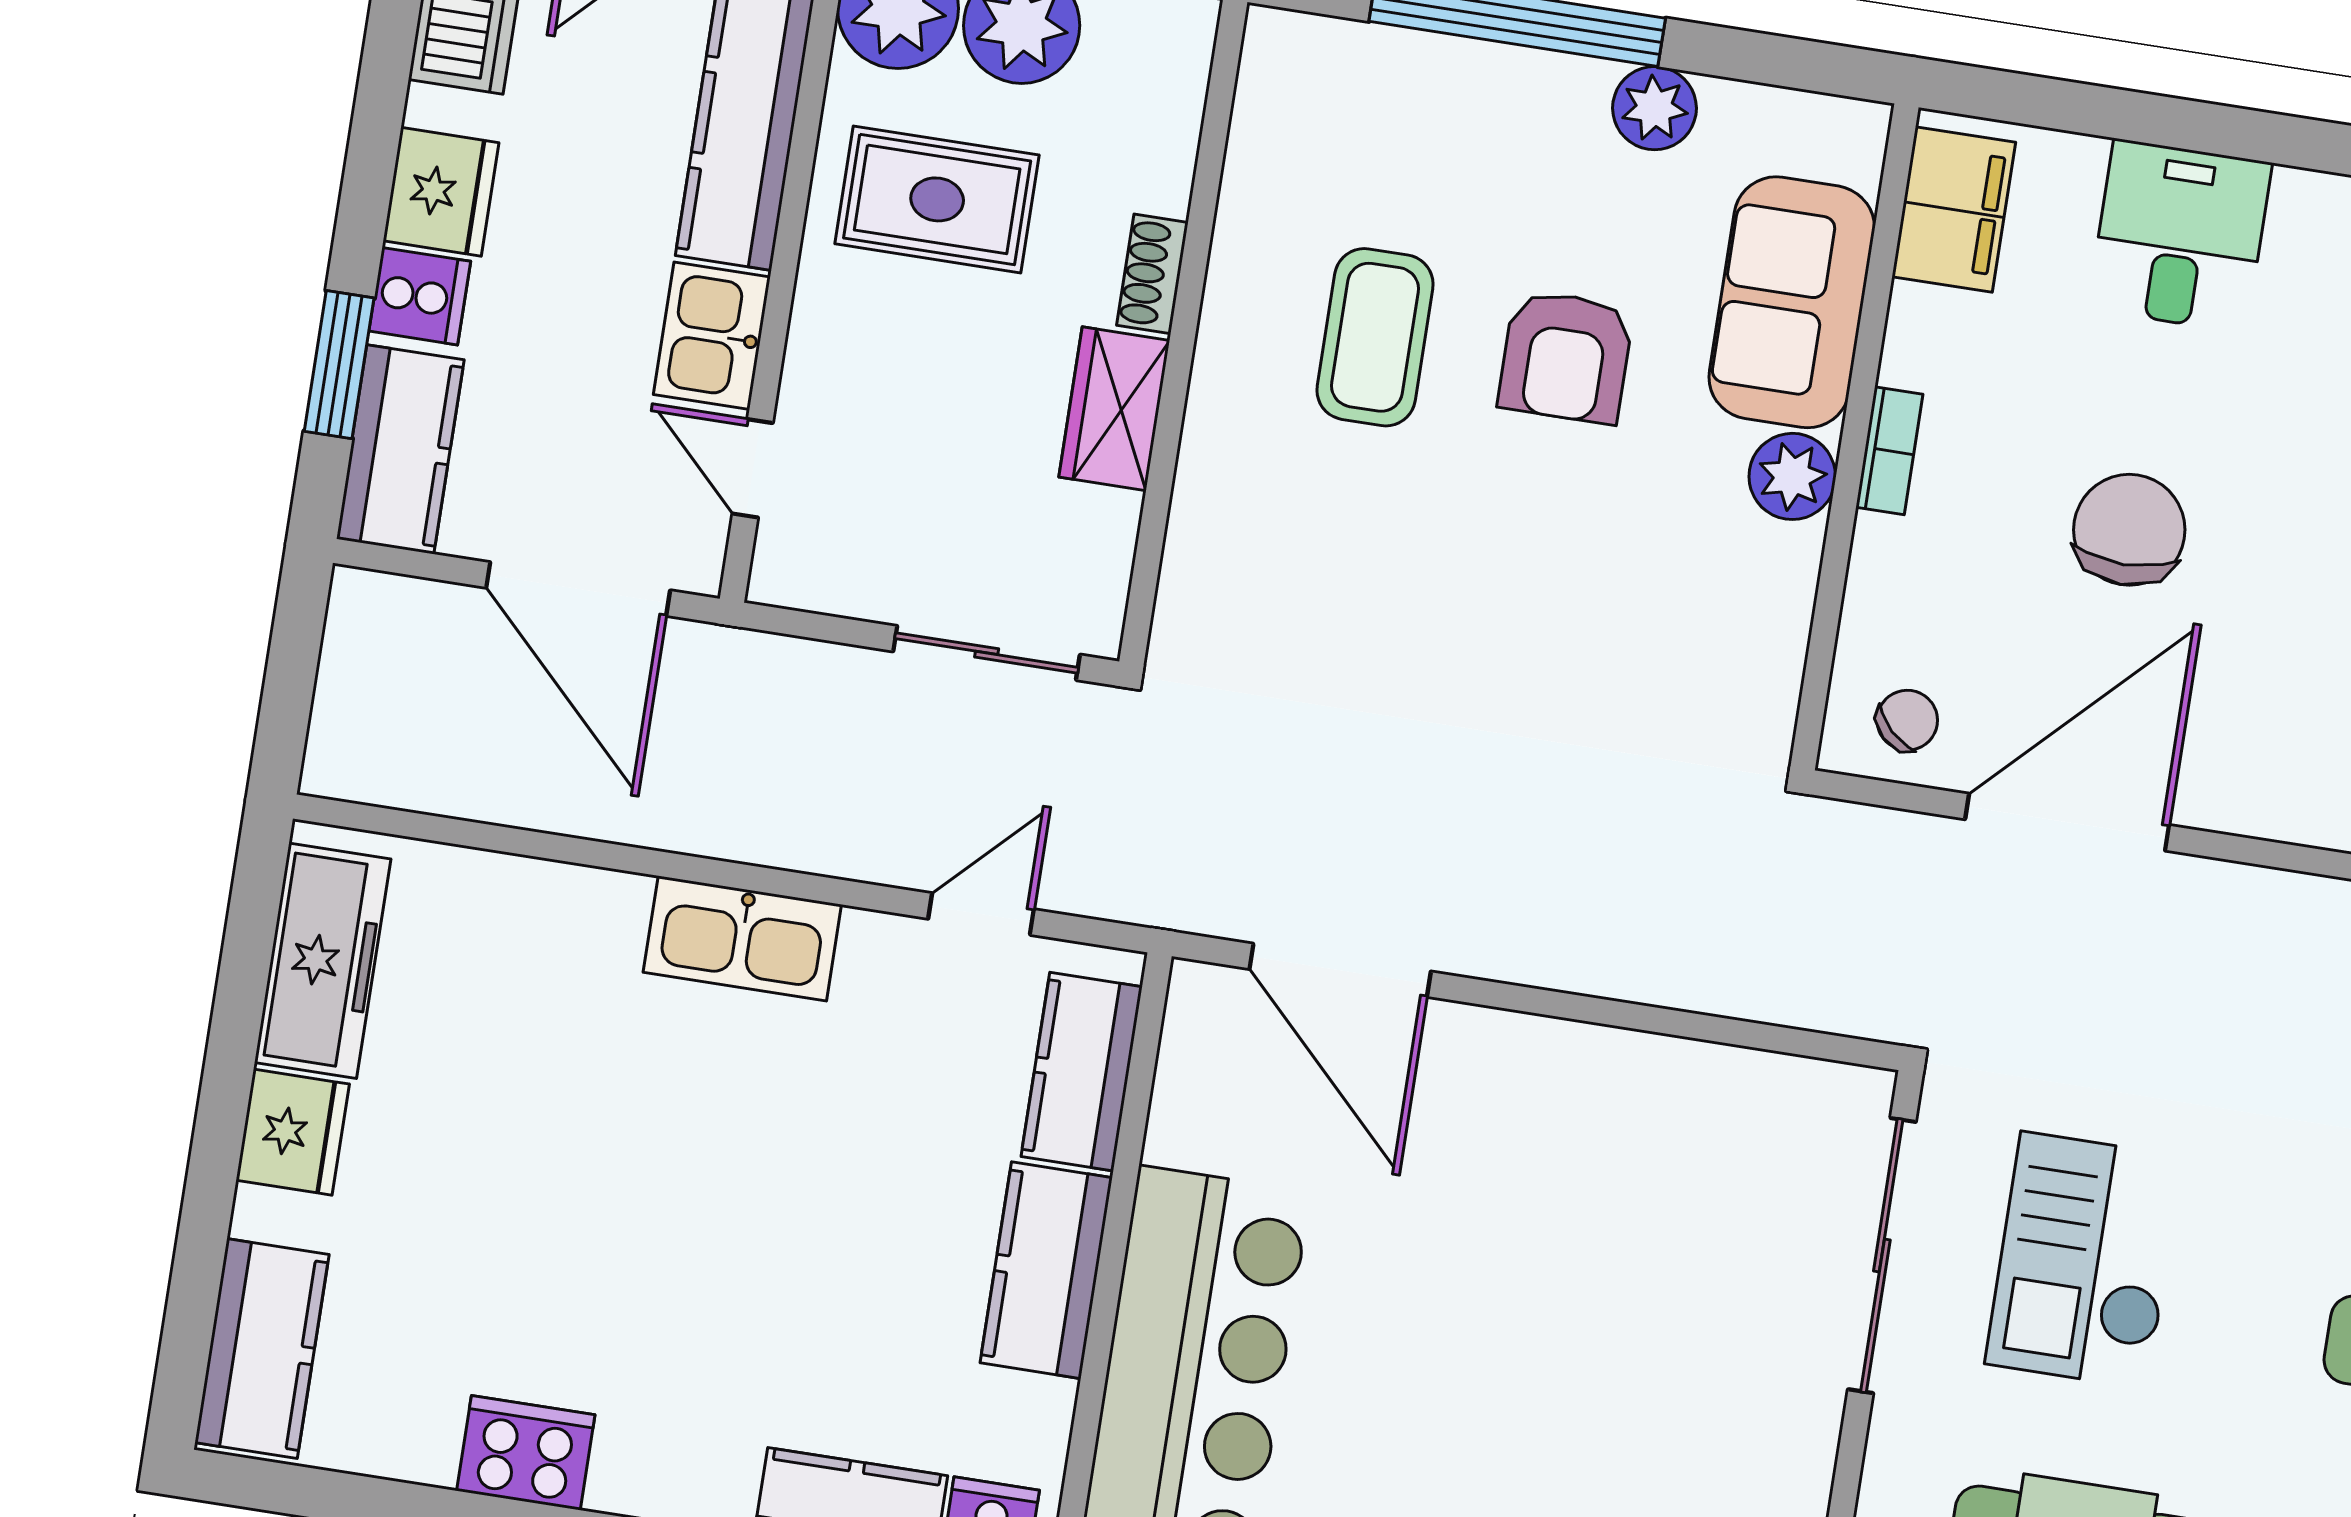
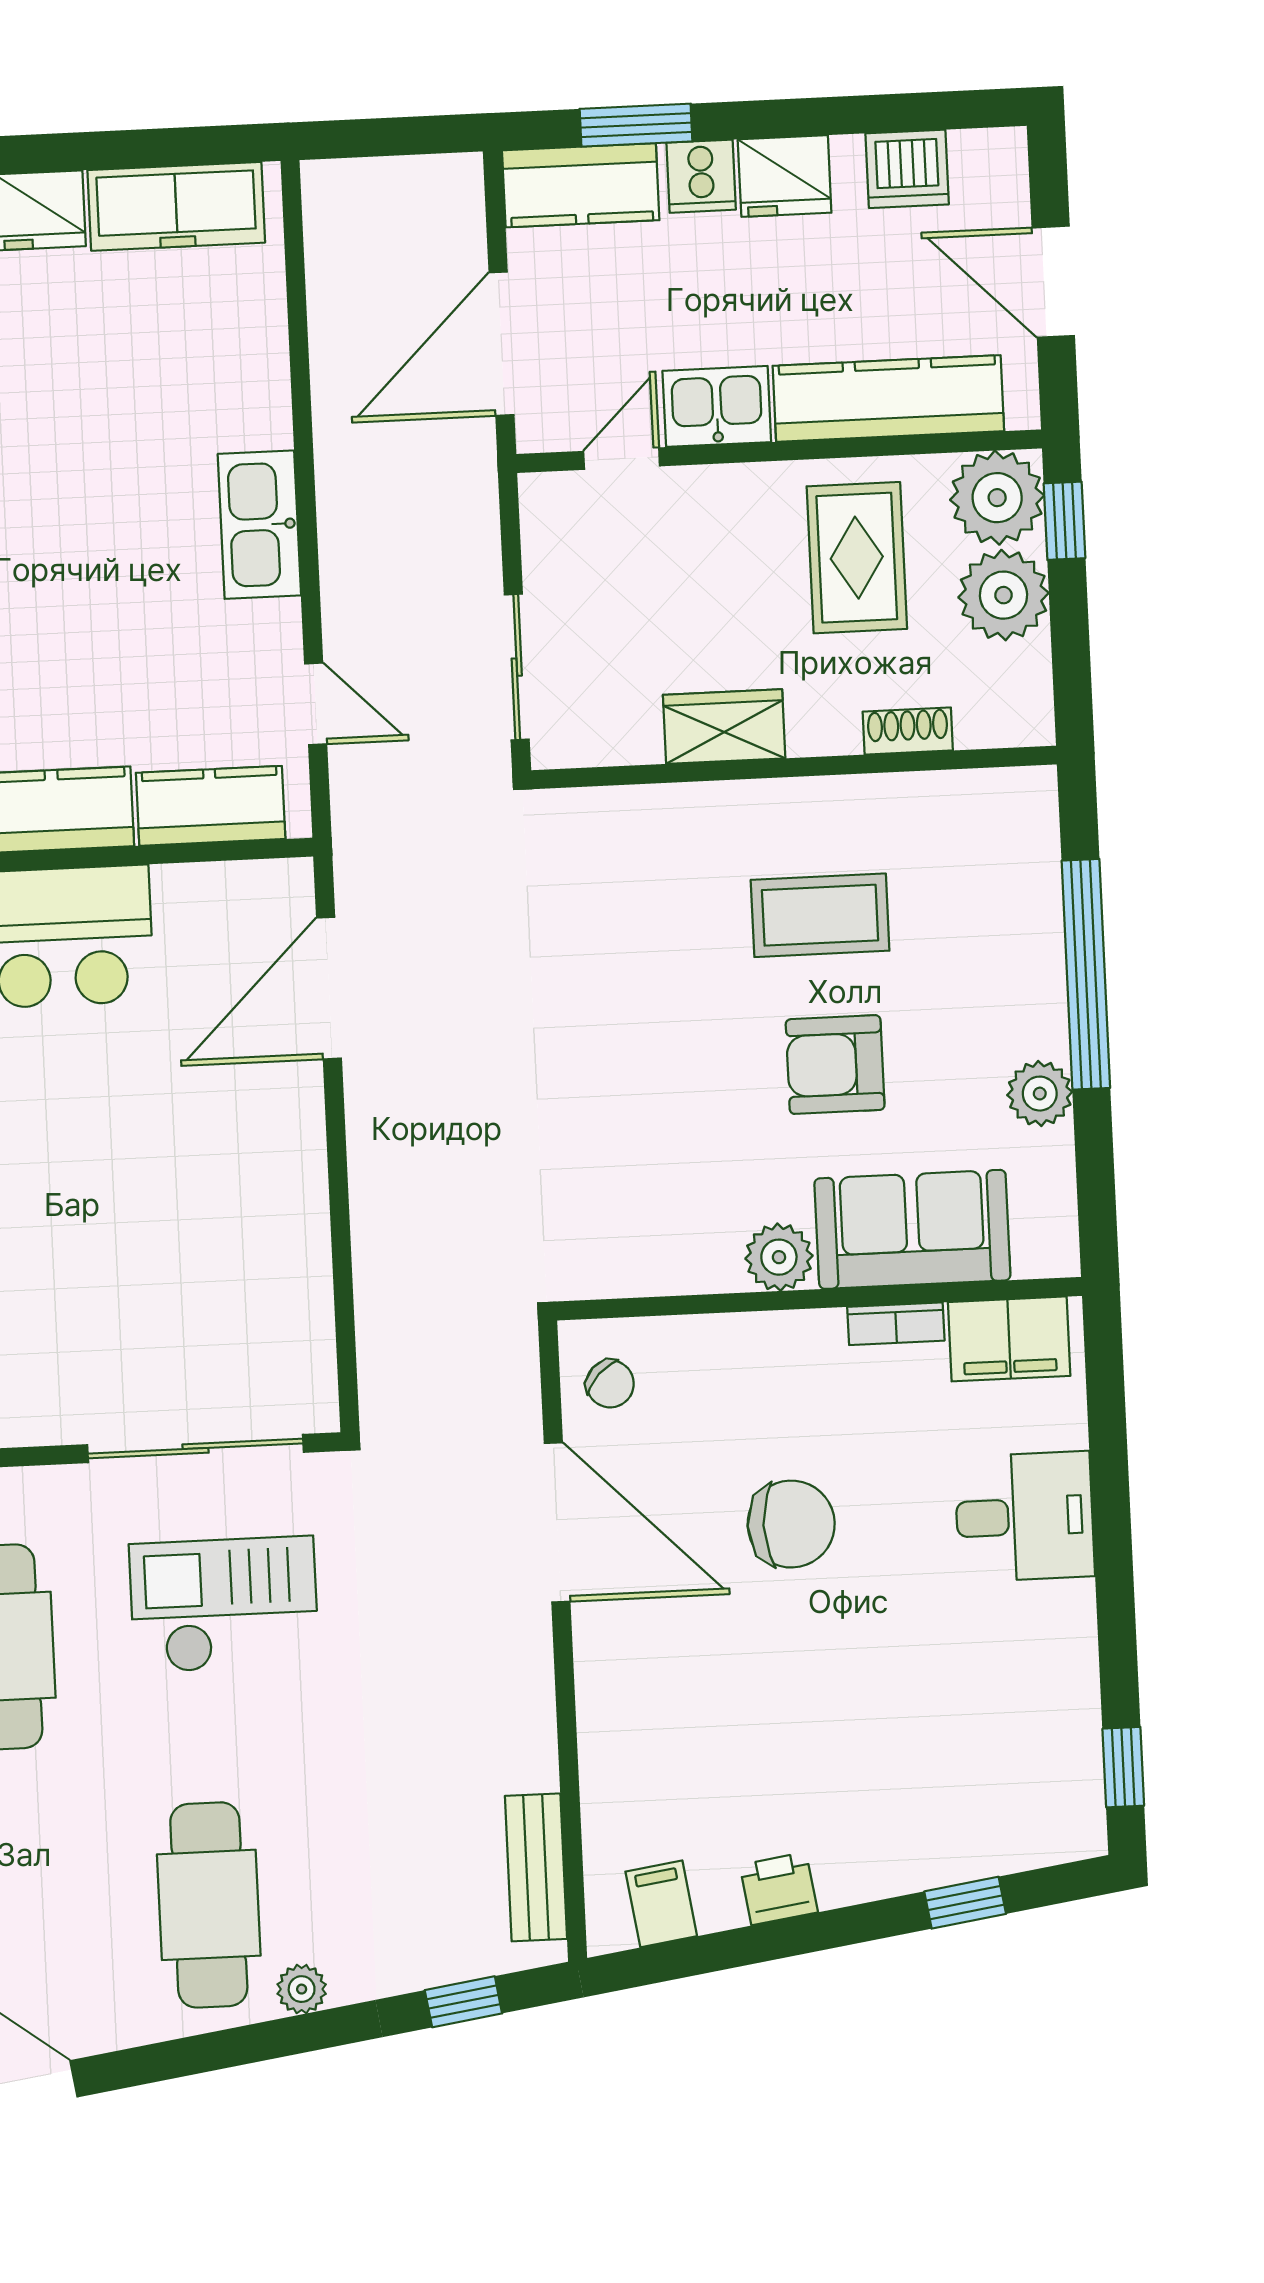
shoe rack: (1152, 274) -> (908, 731), moved
bookcase: (1889, 451) -> (896, 1324), moved

